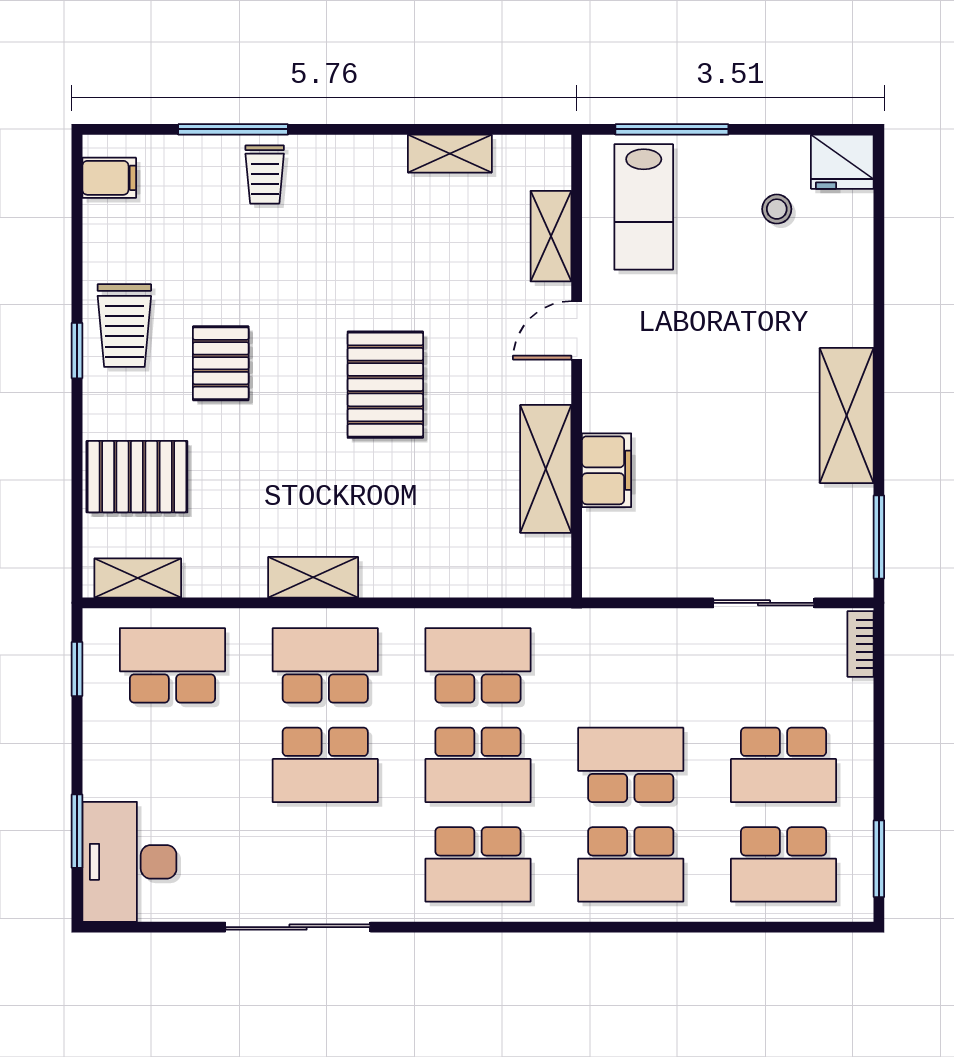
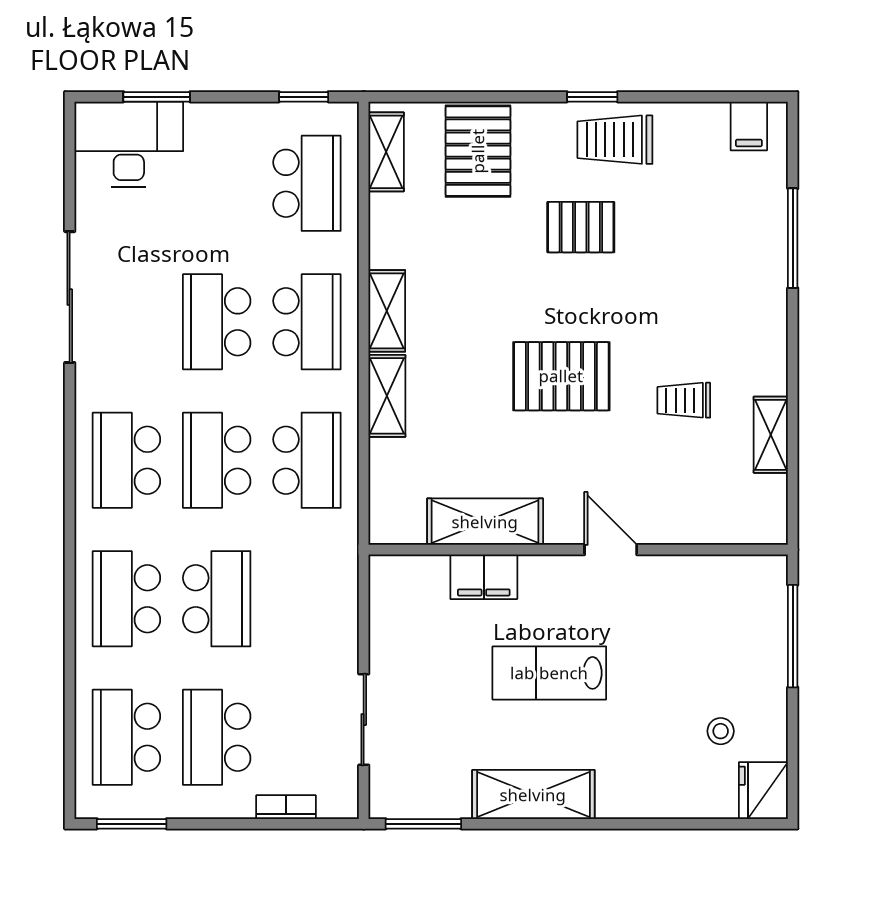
trolley: (265, 174) -> (684, 400), moved
lab bench: (644, 207) -> (549, 673), moved
shelving: (551, 236) -> (387, 396), moved, turned 90
bookcase: (861, 644) -> (286, 807), moved

